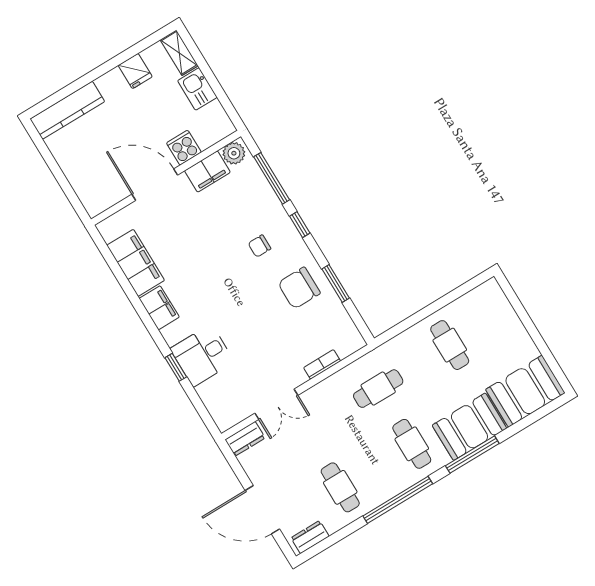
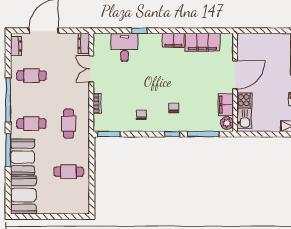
kitchen sink: (197, 89) -> (244, 118), moved, turned 90
window: (336, 284) -> (109, 134), moved
chair: (299, 288) -> (141, 115), width x0.54, depth x0.54
desk: (202, 355) -> (125, 47), moved

